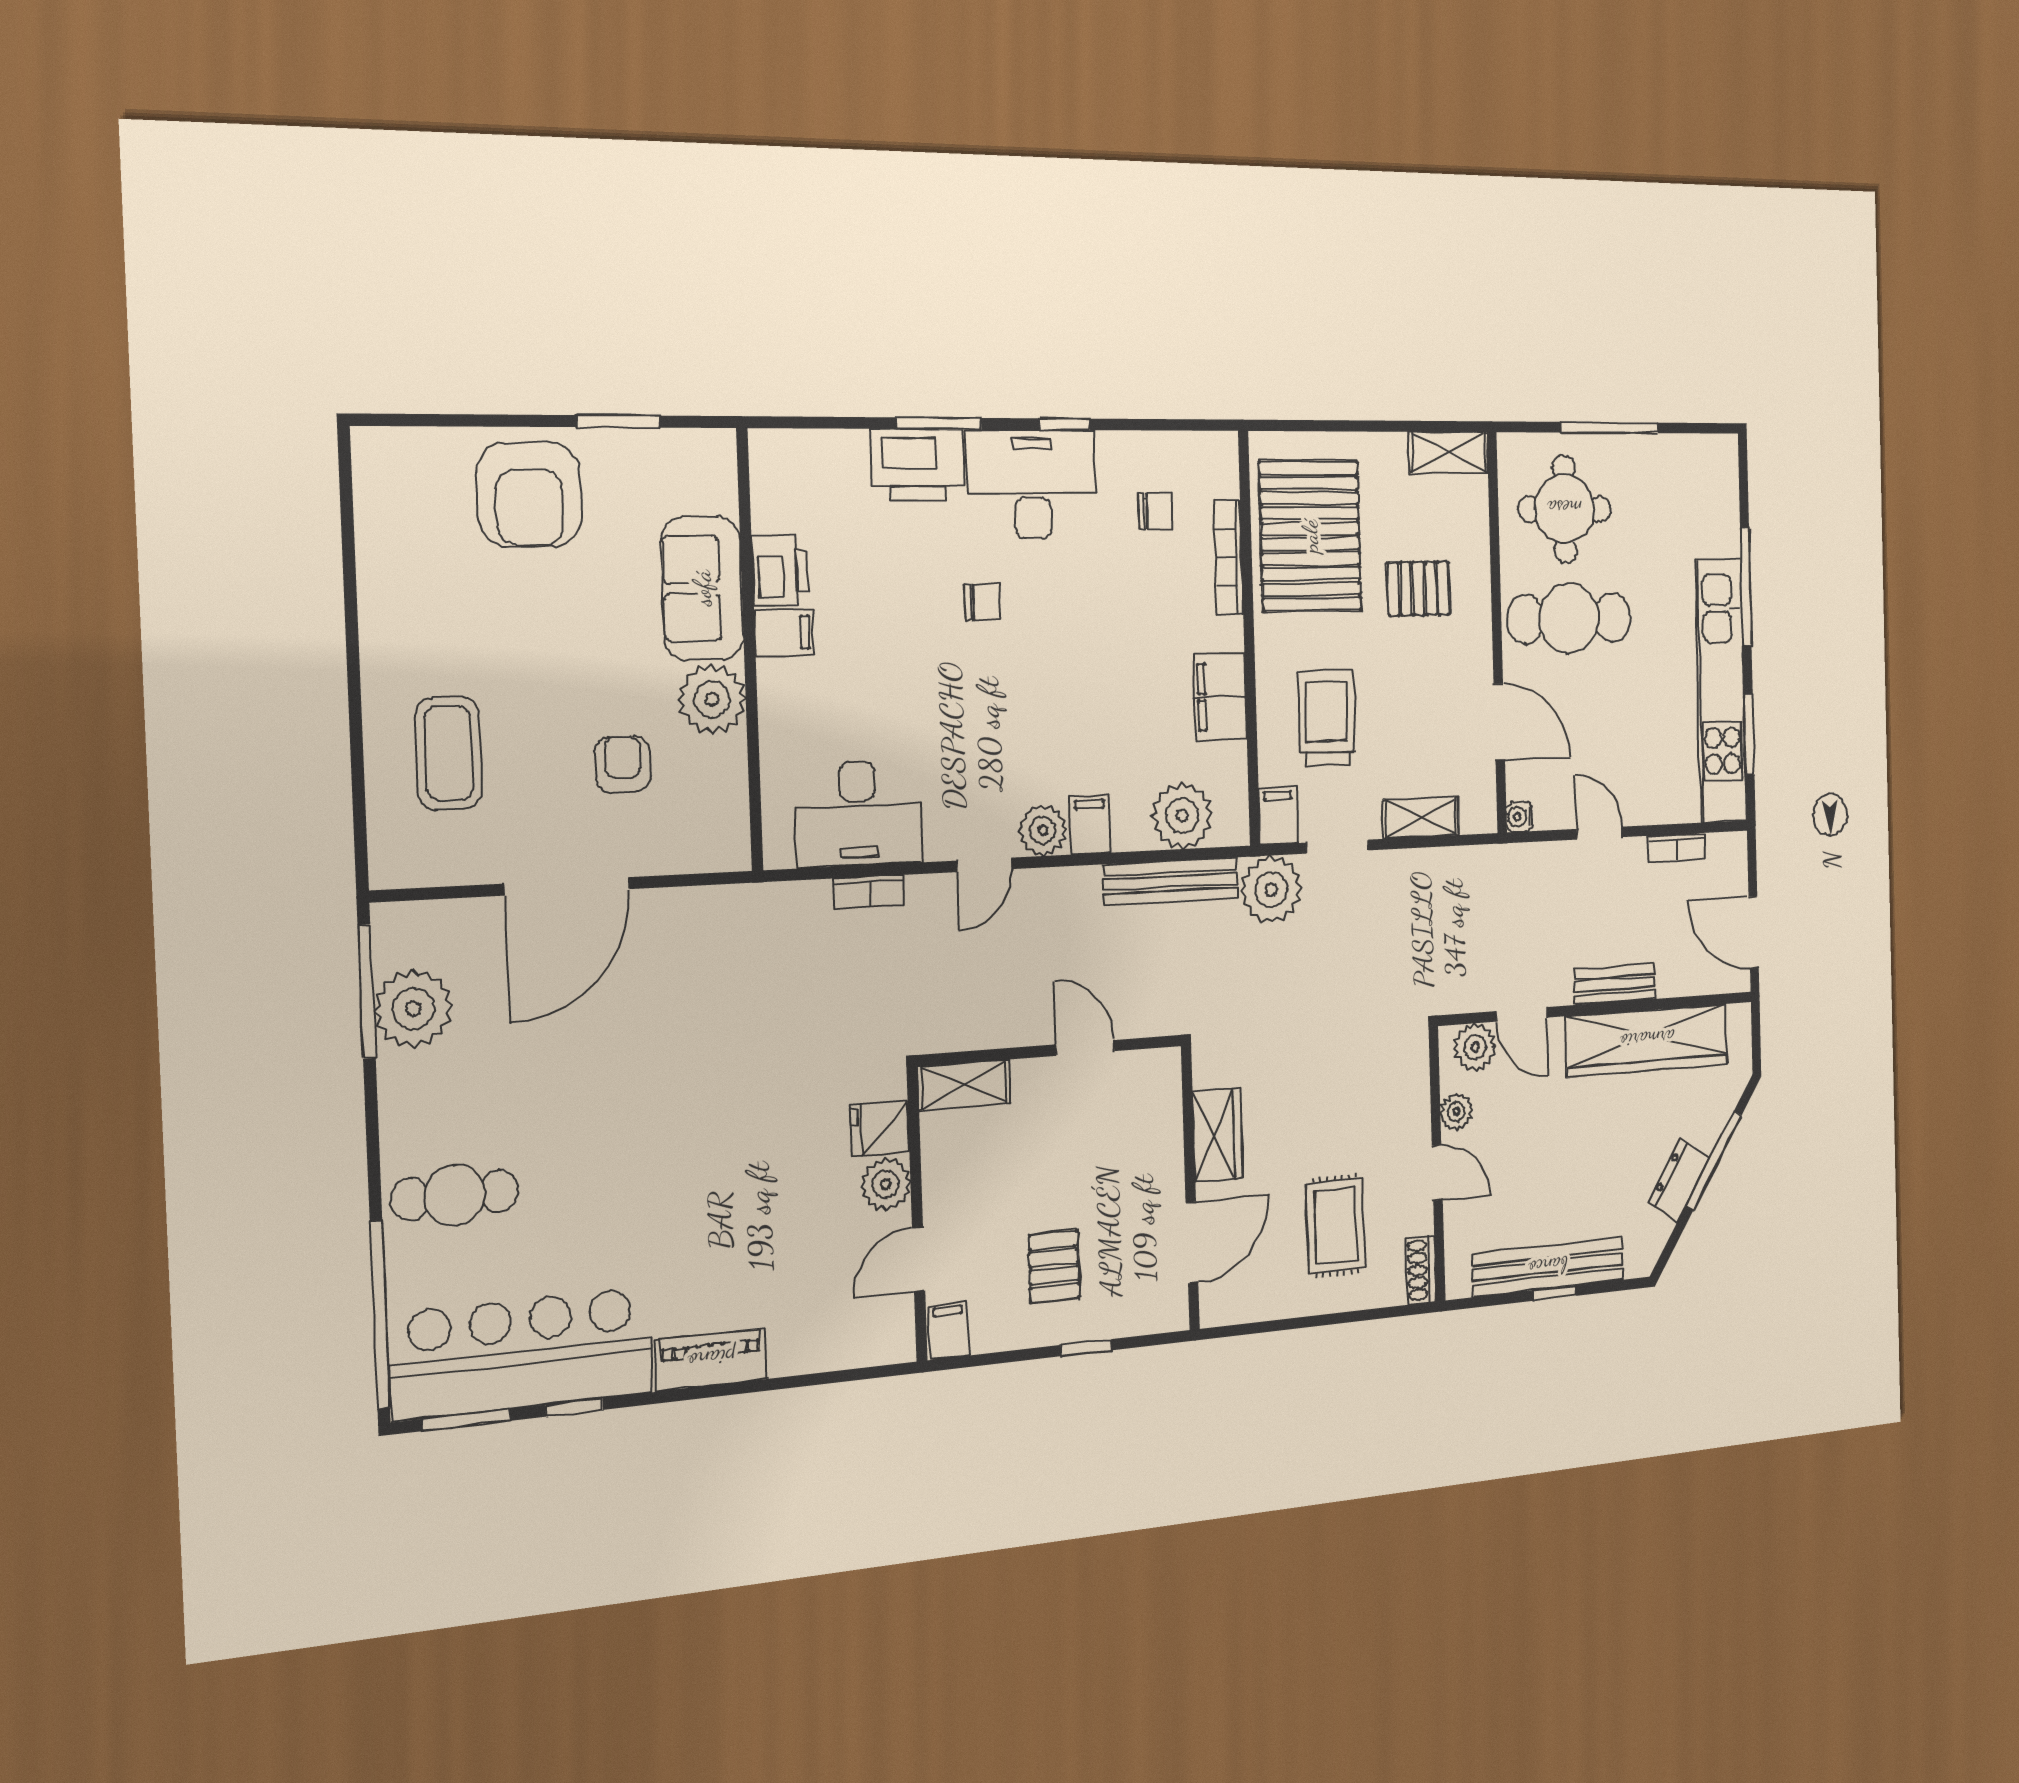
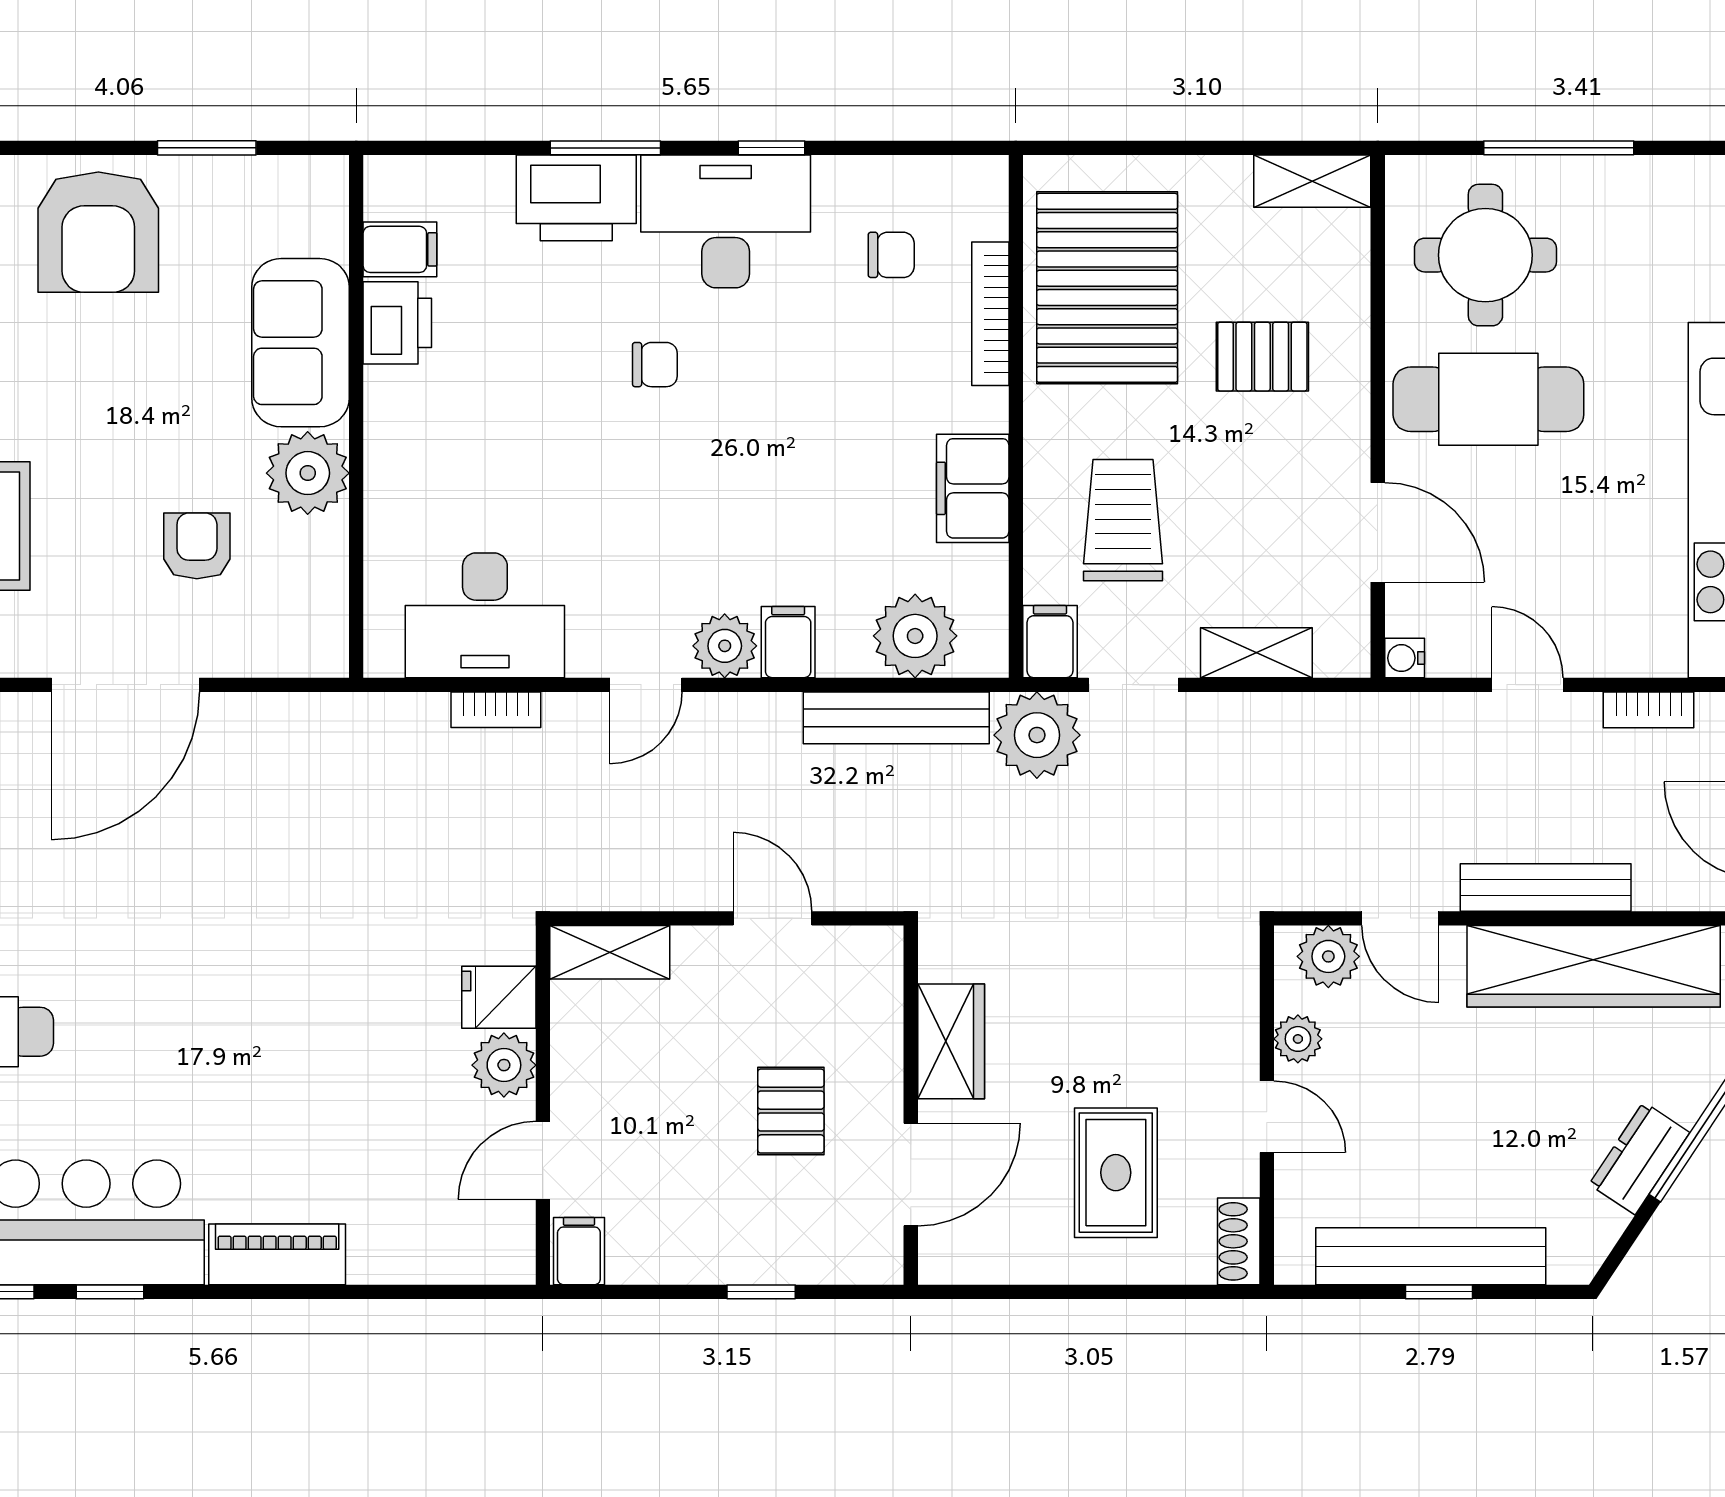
filing cabinet: (784, 632) -> (400, 249), moved
bench: (1615, 984) -> (1546, 887), width x1.36
pallet: (1054, 1267) -> (791, 1111), moved

